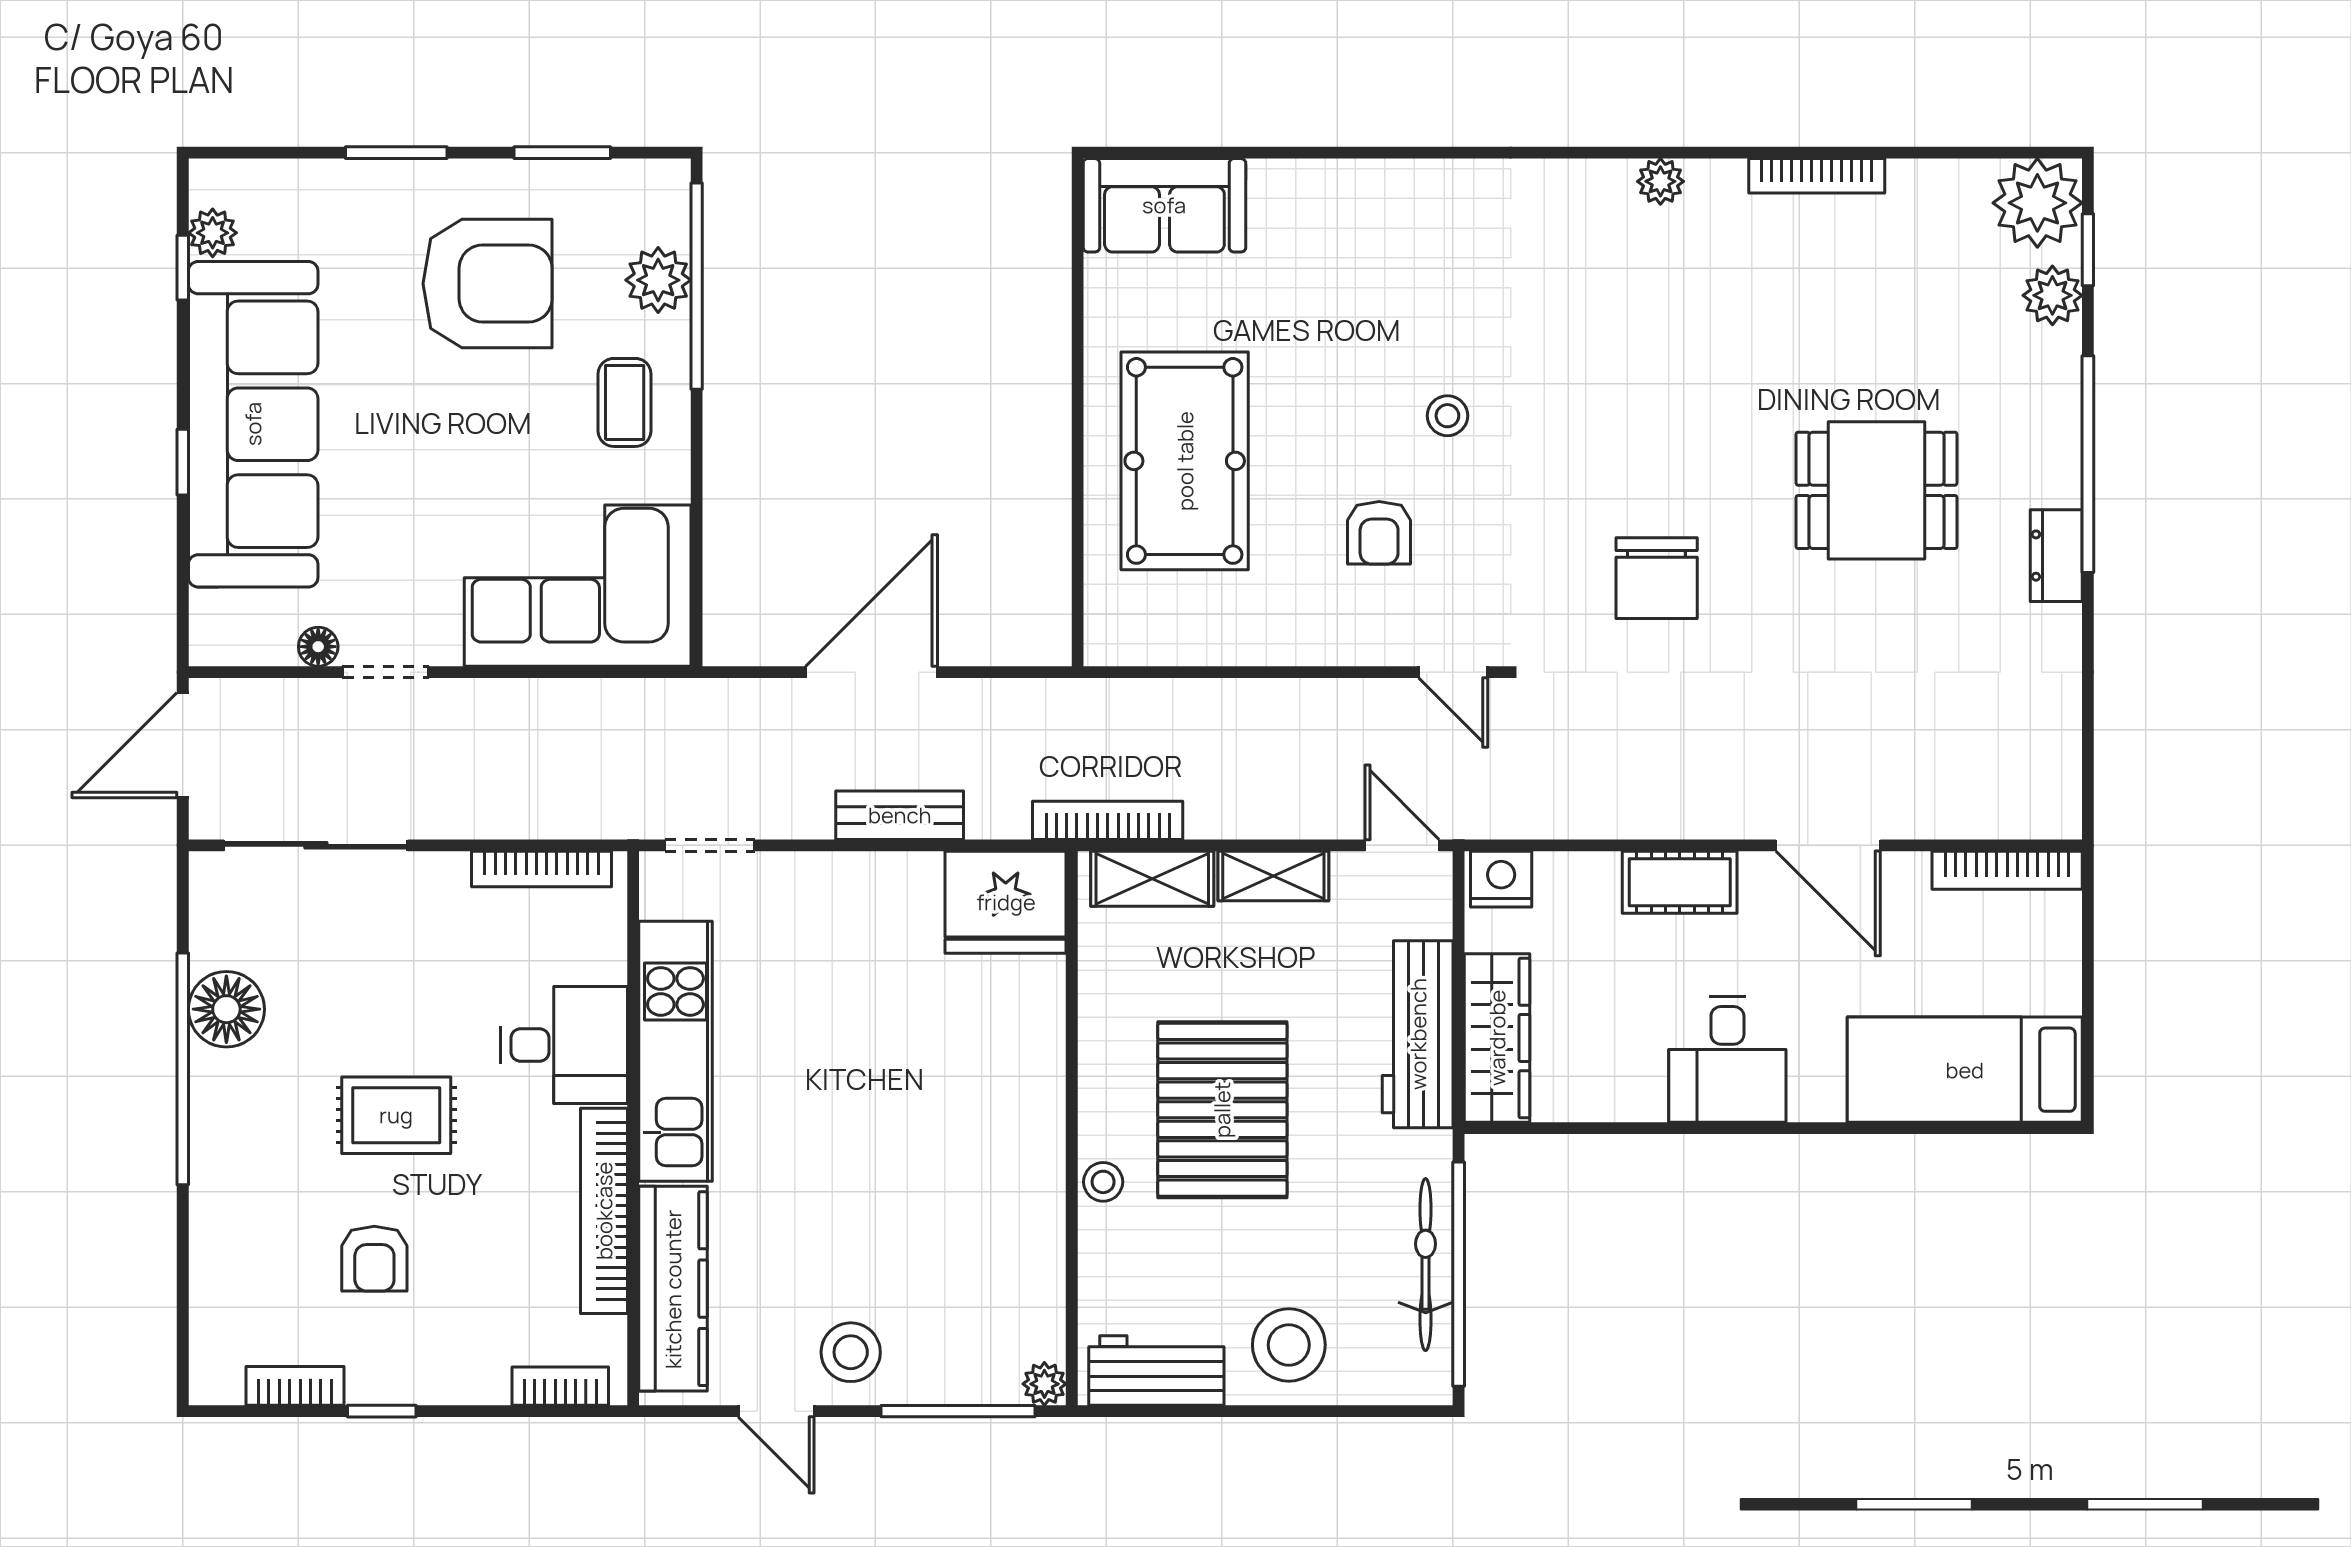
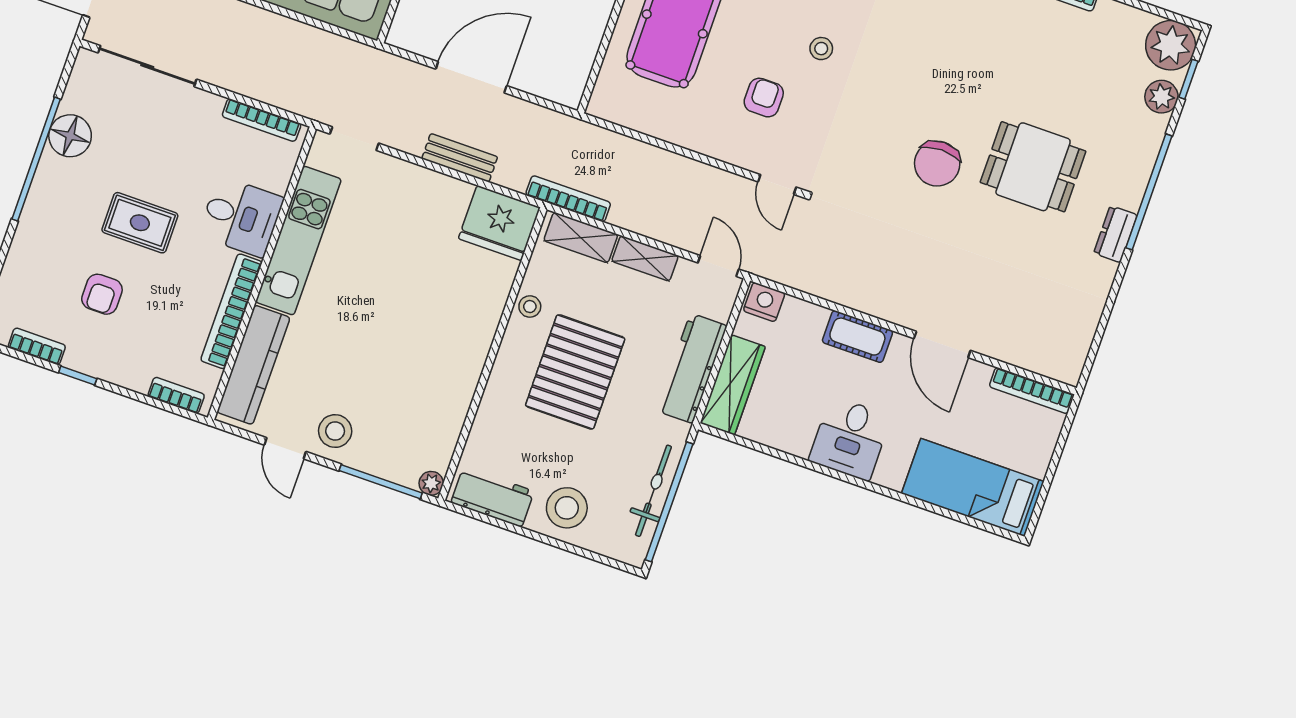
armchair: (1379, 533) -> (764, 98), turned 180
chair: (1657, 578) -> (937, 164), moved
stool: (1103, 1182) -> (530, 307), moved

